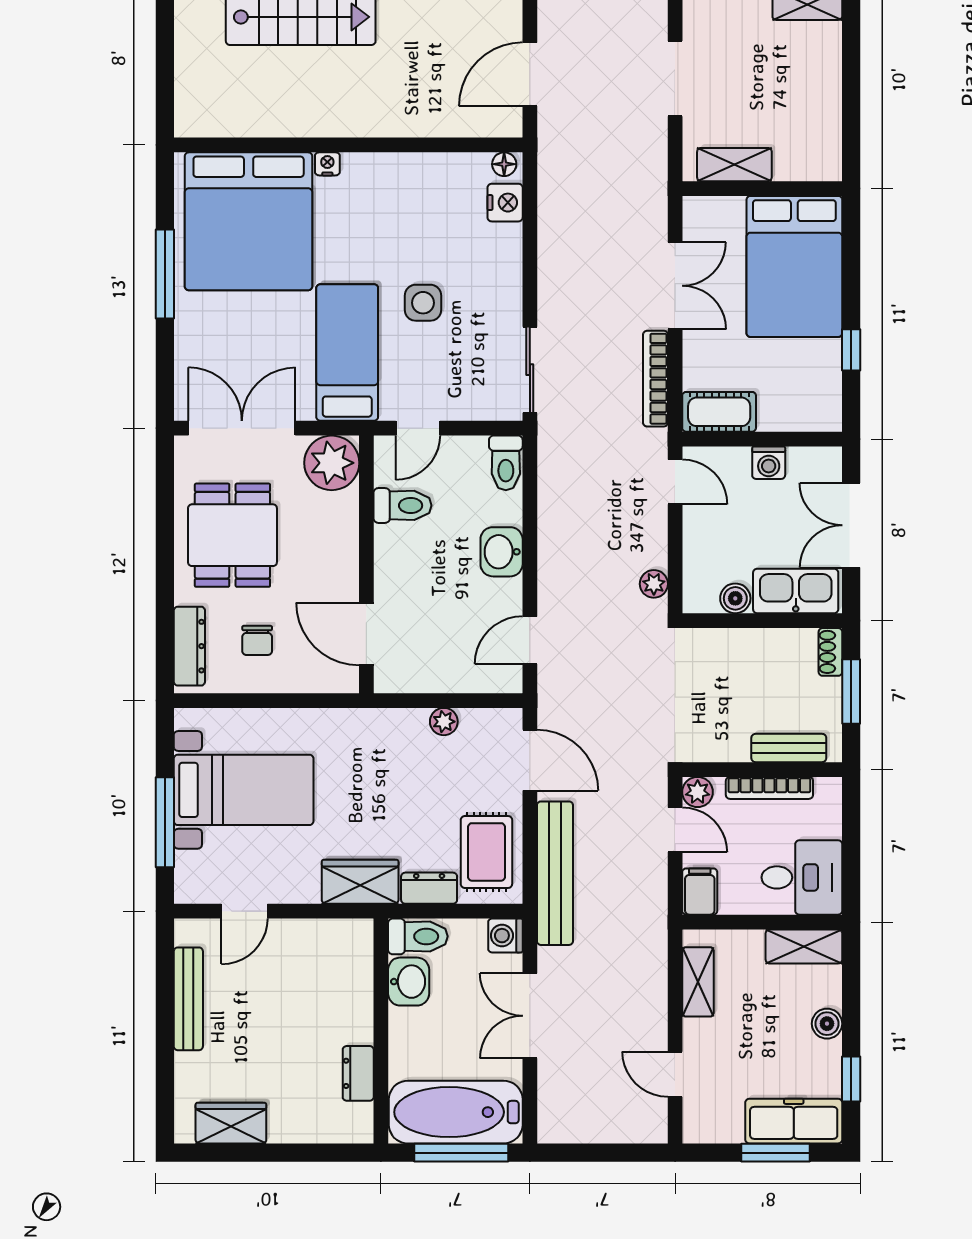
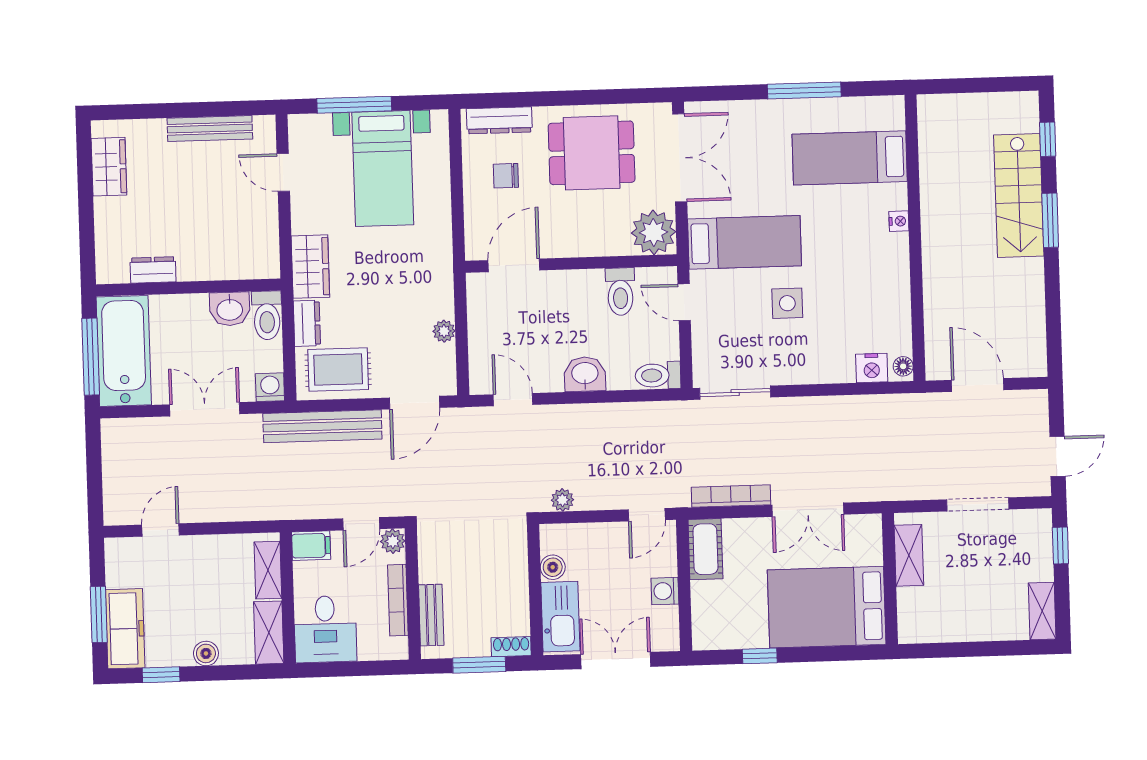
bed: (249, 221) -> (850, 158), width x0.49
shelving: (698, 982) -> (268, 570), moved, turned 90

